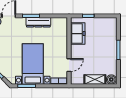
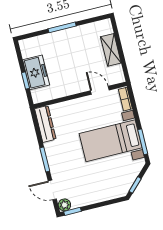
dresser: (38, 22) -> (45, 124), moved
freezer: (78, 34) -> (36, 72), moved, turned 90
boiler: (111, 79) -> (105, 27), removed

